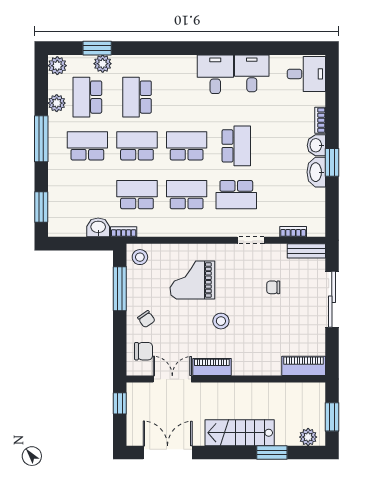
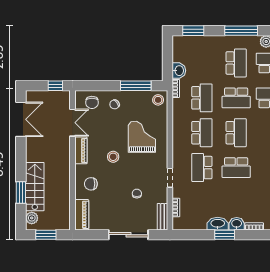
school desk: (137, 146) -> (236, 98), turned 90
chair: (259, 353) -> (91, 184), added
stairs: (240, 433) -> (35, 187), moved

